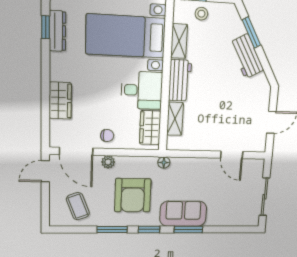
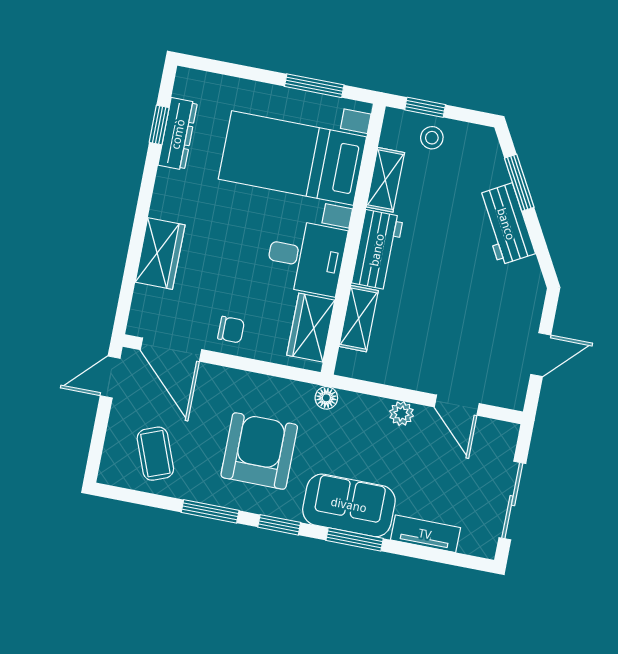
plant: (108, 162) -> (401, 414), moved
armchair: (133, 195) -> (259, 451), turned 180
tv unit: (223, 220) -> (425, 534), added

